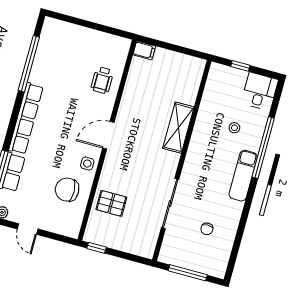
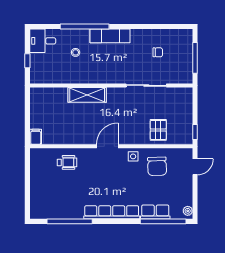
door: (108, 135) -> (107, 146), swing flipped
door: (28, 229) -> (195, 167), moved

